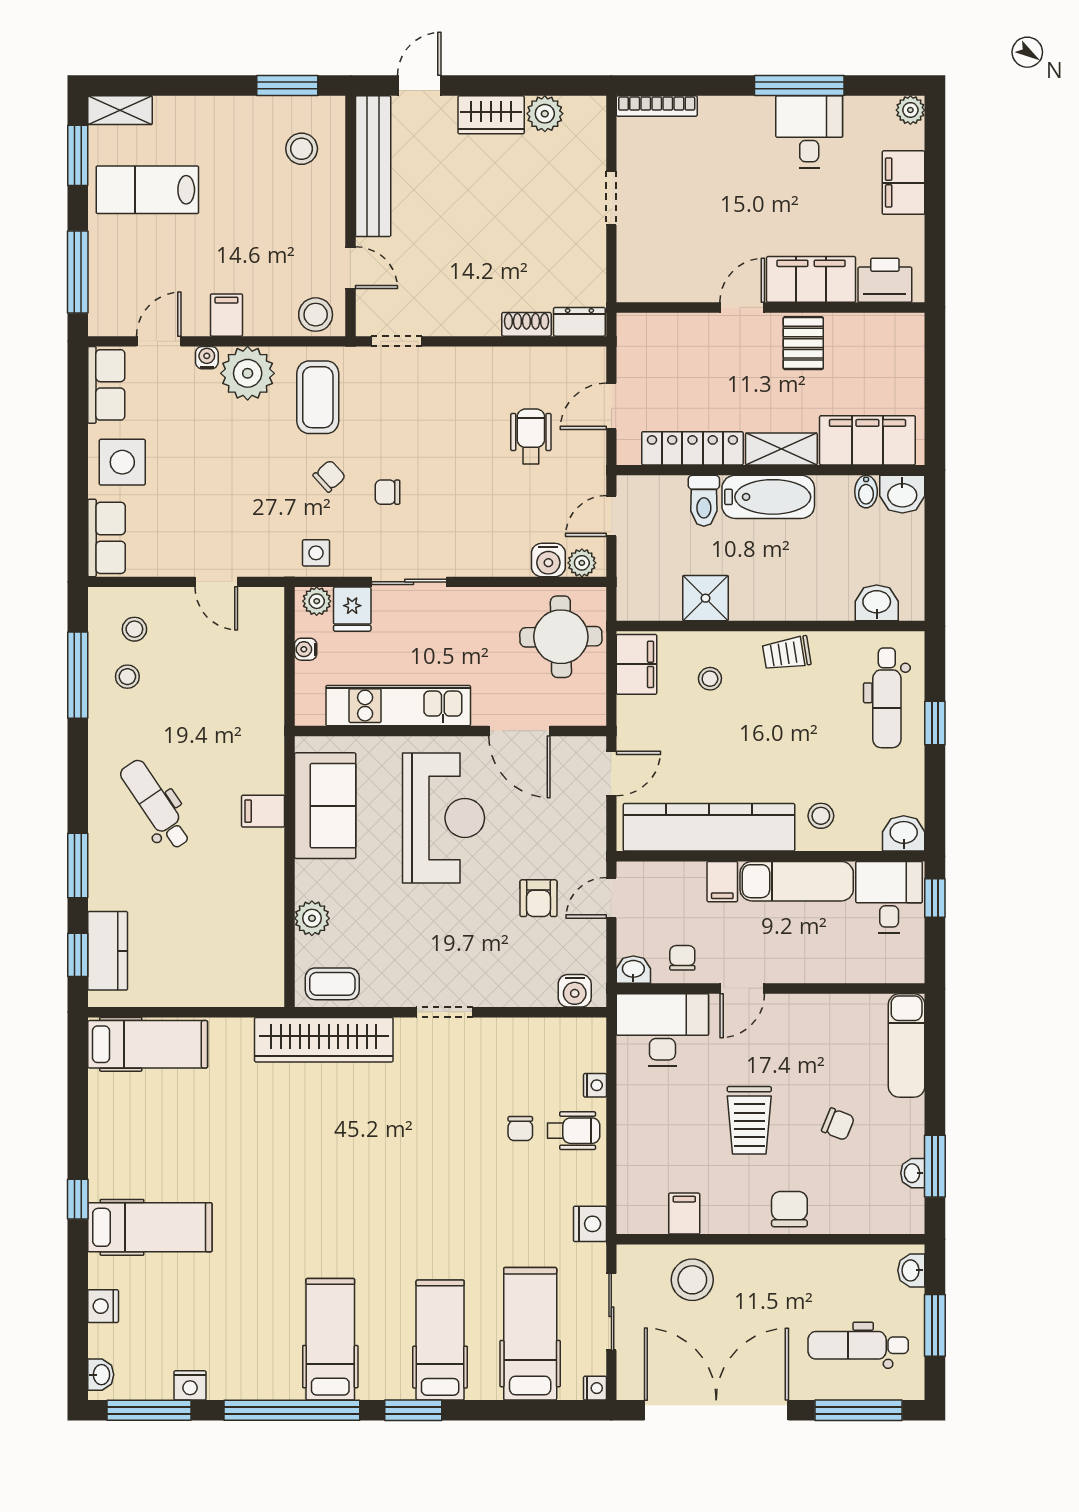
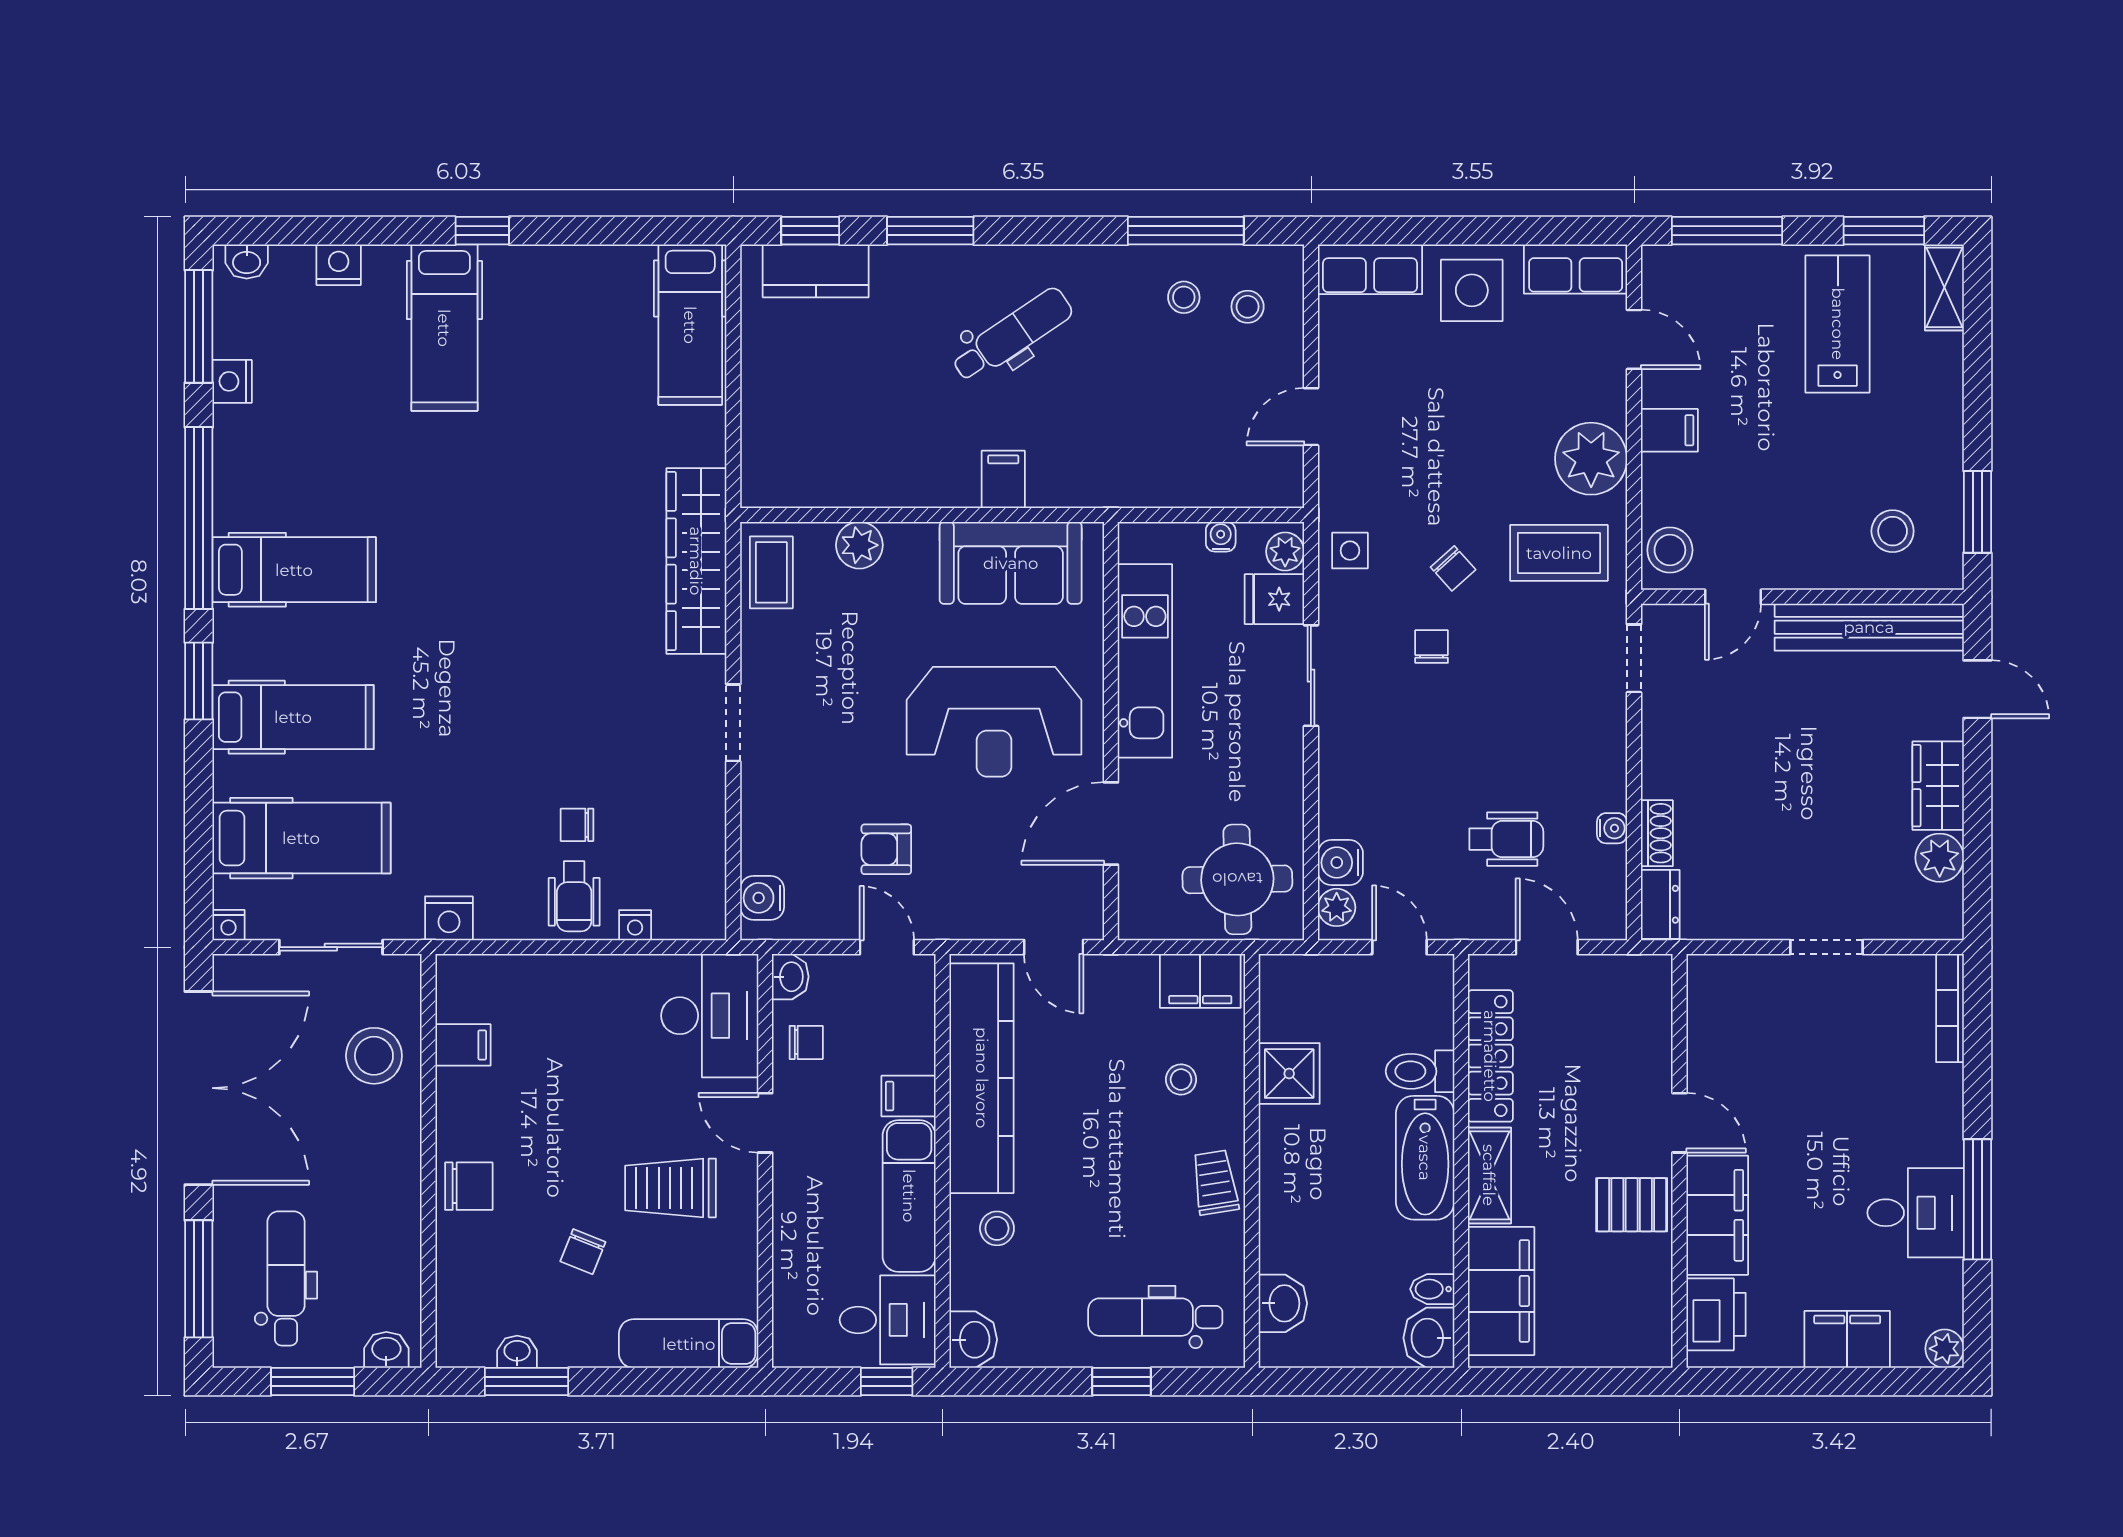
water cooler: (207, 358) -> (1612, 828), moved
trolley: (749, 1120) -> (671, 1188), moved

